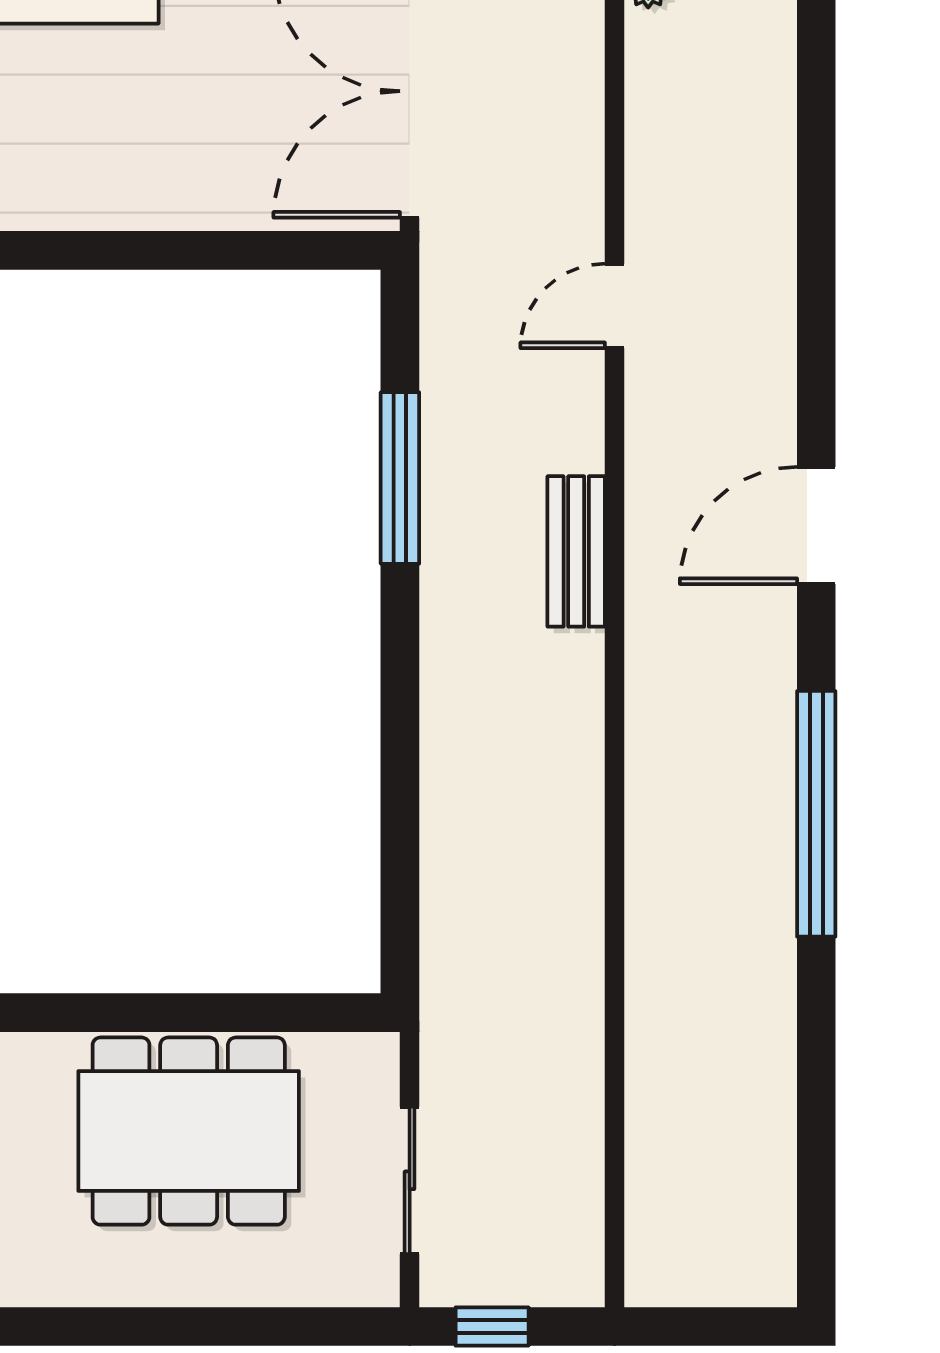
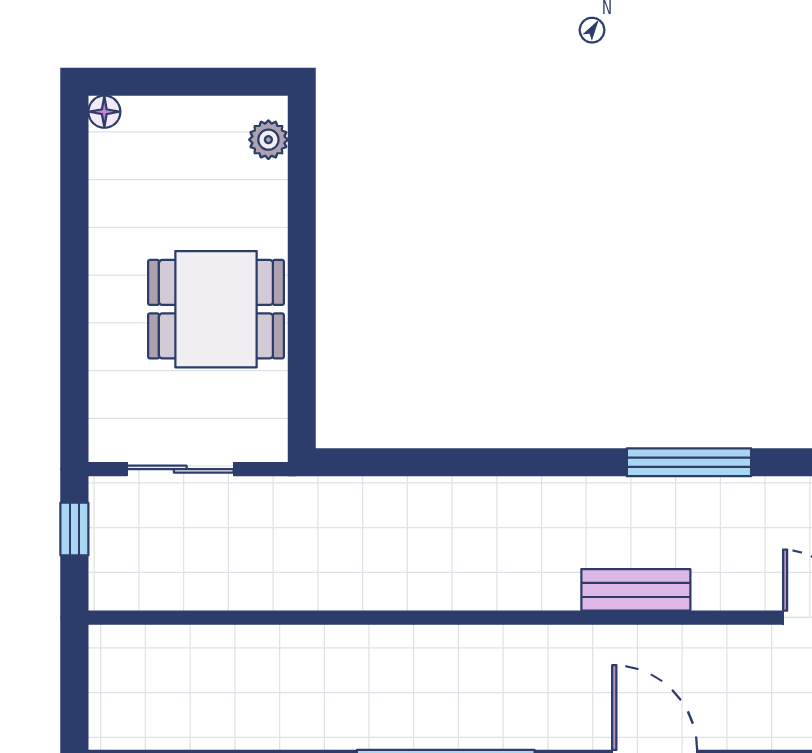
dining table: (189, 1131) -> (216, 309), width x0.73

